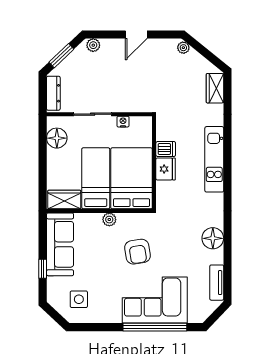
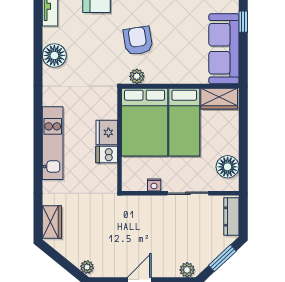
plant: (109, 220) -> (137, 76), moved

